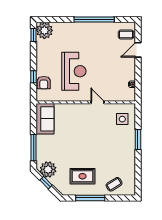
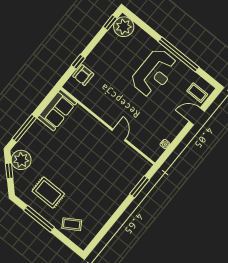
reception desk: (74, 71) -> (154, 73), moved
side table: (122, 119) -> (129, 169), removed
window: (138, 139) -> (140, 187), moved

